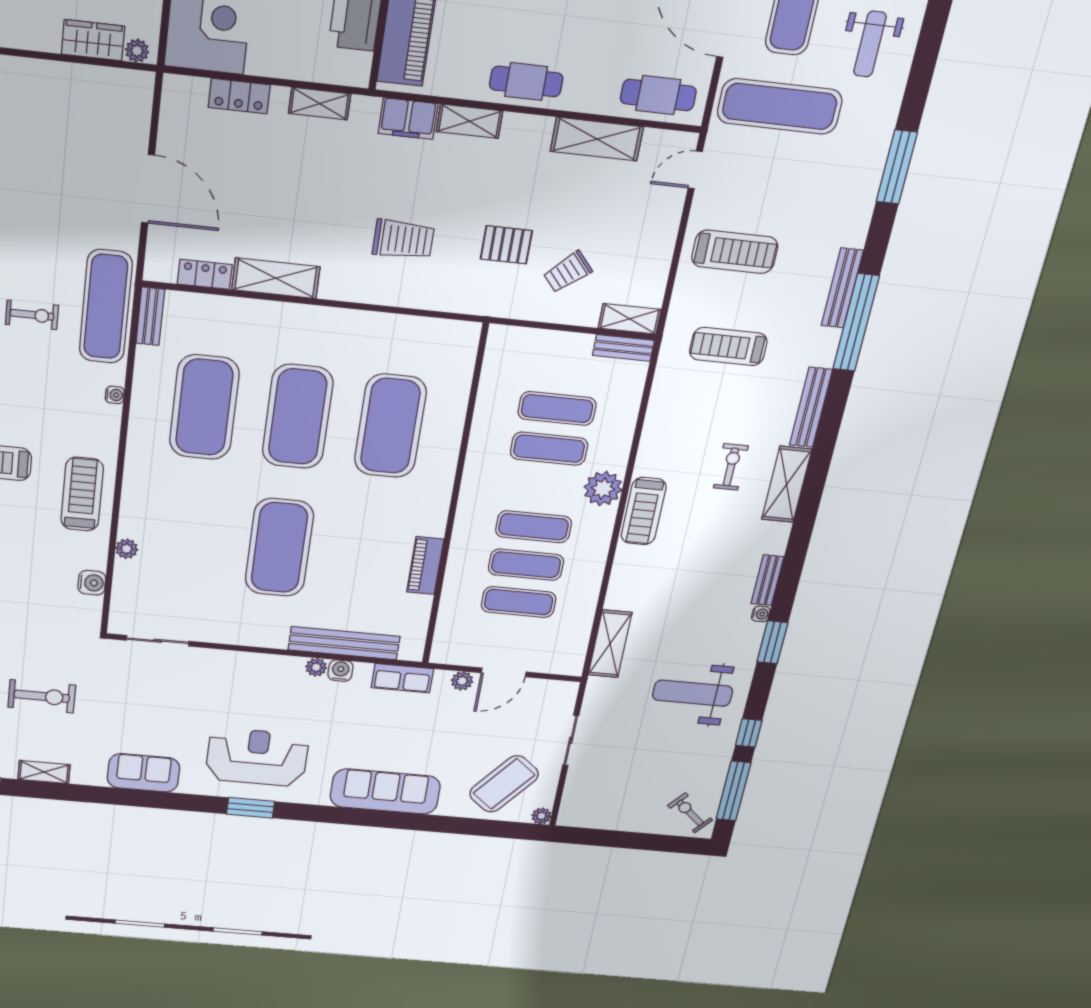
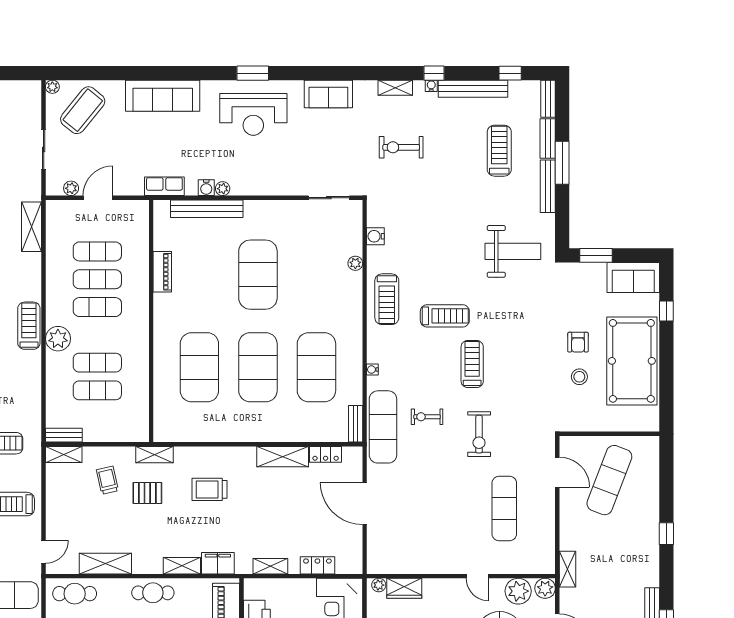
trolley: (568, 272) -> (107, 480), turned -62
shelving: (484, 303) -> (154, 455), added
plant: (462, 681) -> (71, 188), moved

